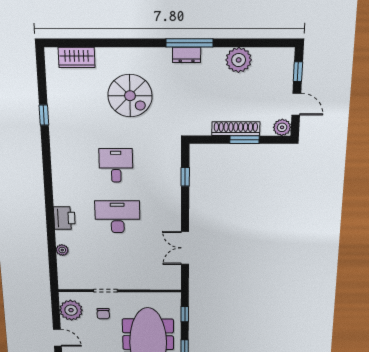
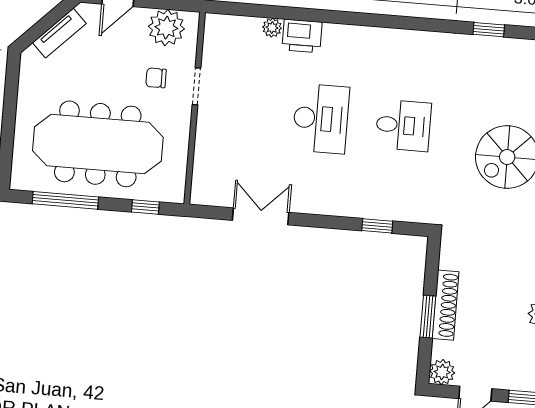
printer: (64, 218) -> (302, 36), moved

